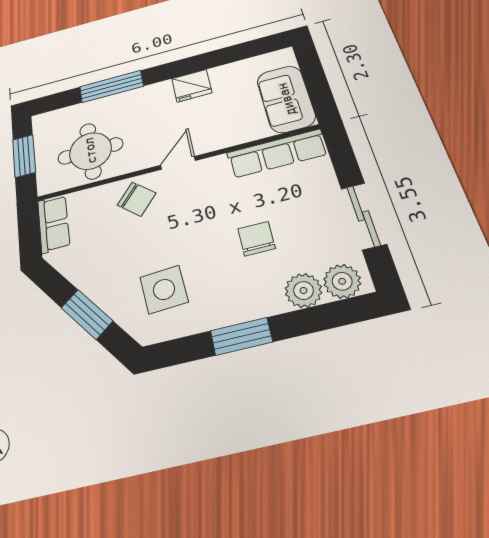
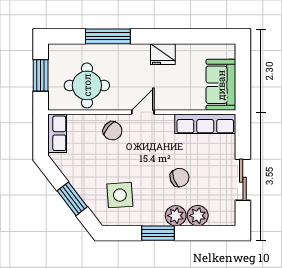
chair: (256, 239) -> (180, 178), turned 69
plant: (342, 281) -> (176, 216), moved

